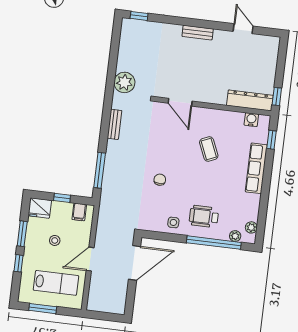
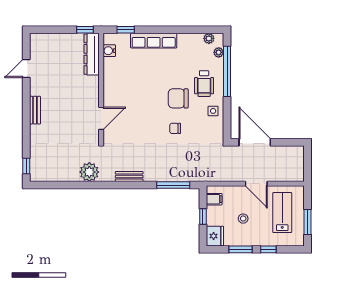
coffee table: (209, 149) -> (141, 87), removed
chair: (191, 187) -> (178, 98), added

